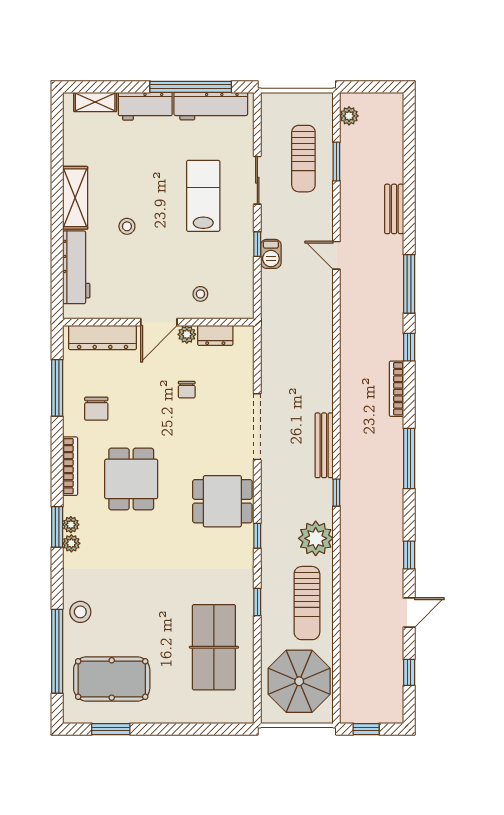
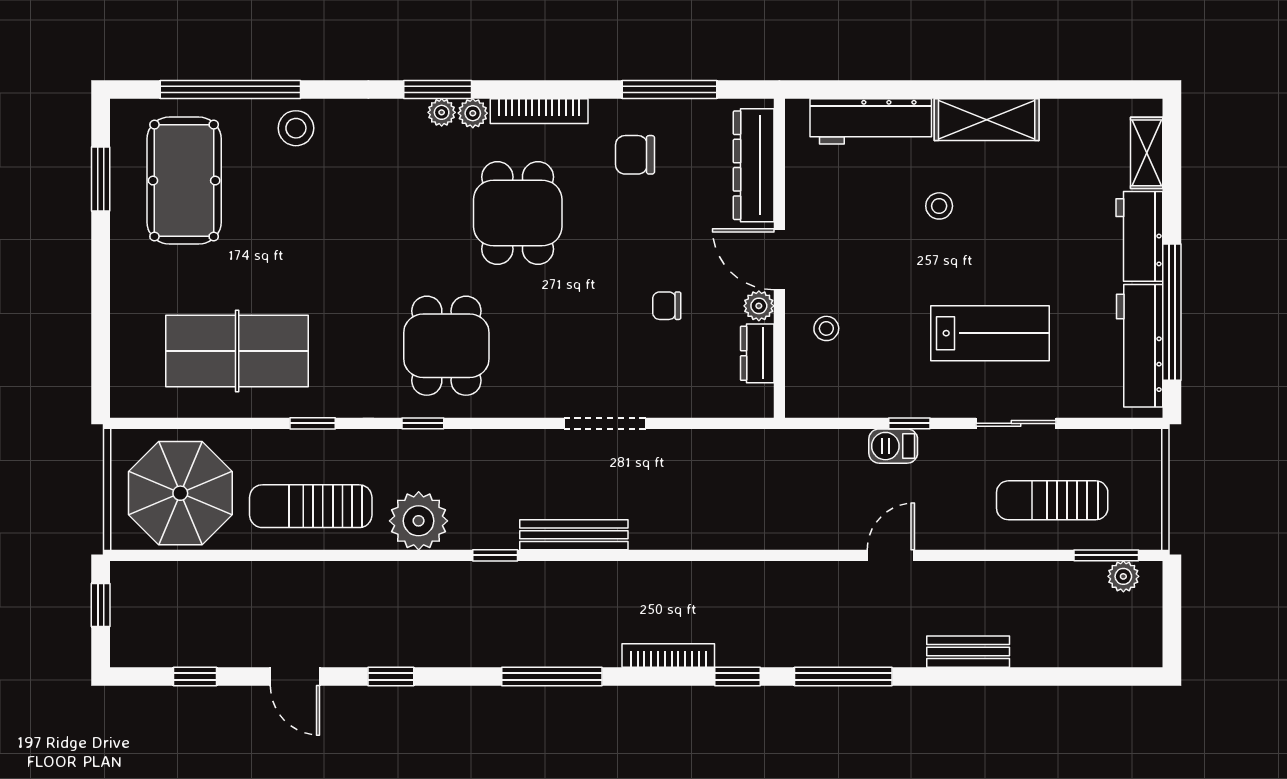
window: (336, 162) -> (1106, 555), moved
doorway: (257, 427) -> (605, 423), width x0.73
dining table: (131, 479) -> (518, 213), turned 90
dining table: (222, 501) -> (446, 346), moved
plant: (71, 543) -> (473, 113), moved

